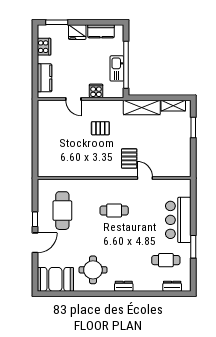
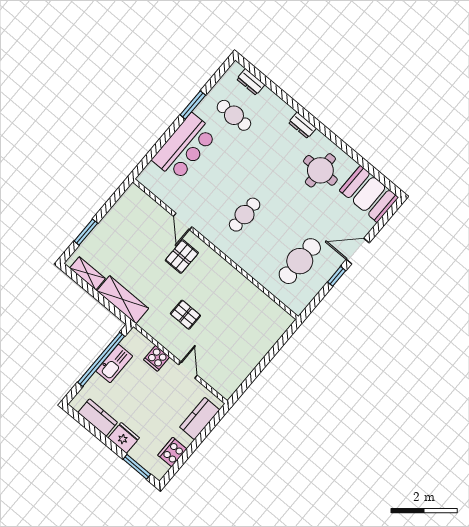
cafe table: (114, 211) -> (245, 215), turned 90

